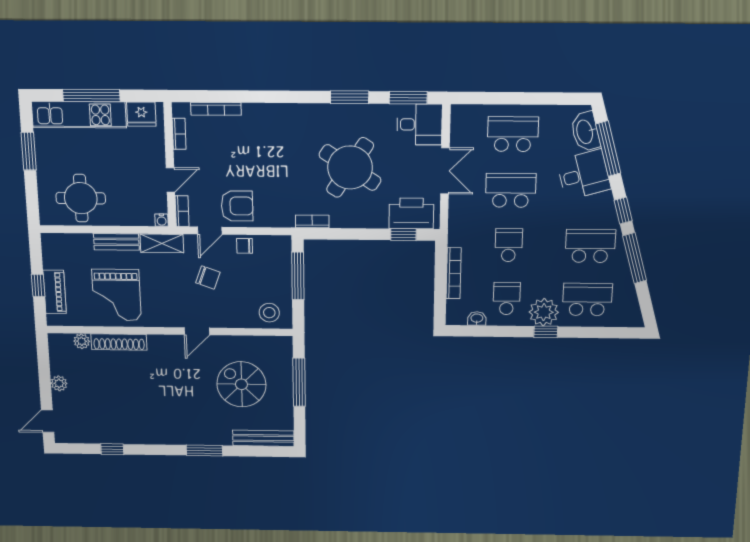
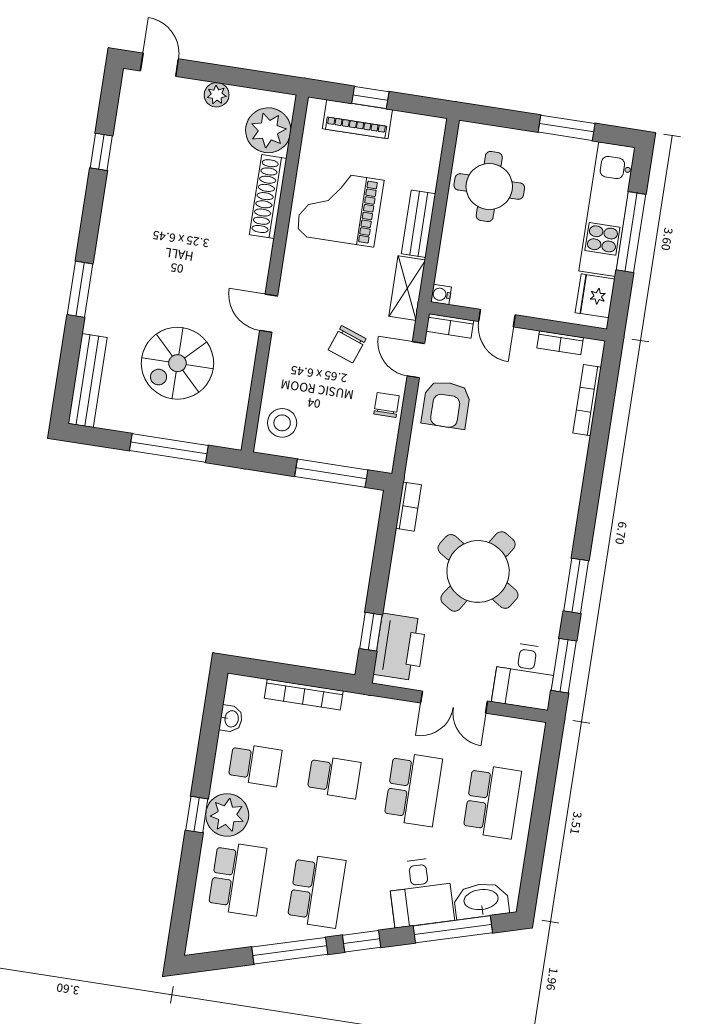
plant: (82, 341) -> (268, 130), width x1.88, depth x1.88
spiral stairs: (241, 384) -> (177, 363), turned 180

